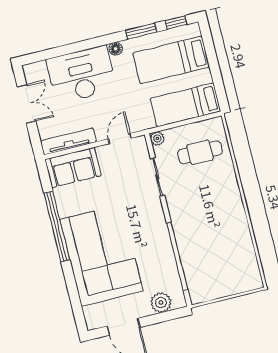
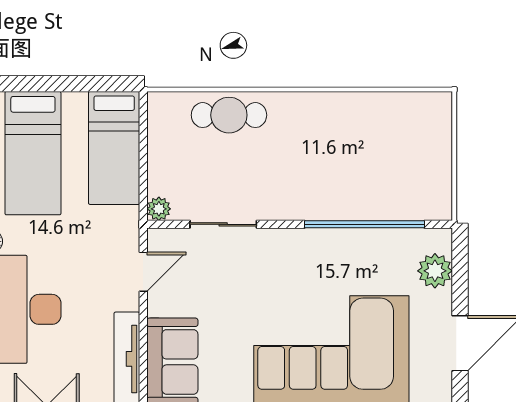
door: (120, 139) -> (143, 272), swing flipped
cafe table: (200, 152) -> (229, 115), moved, turned 90

